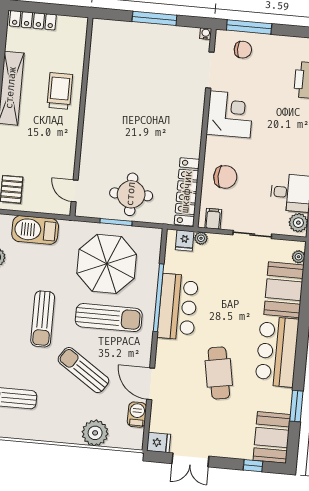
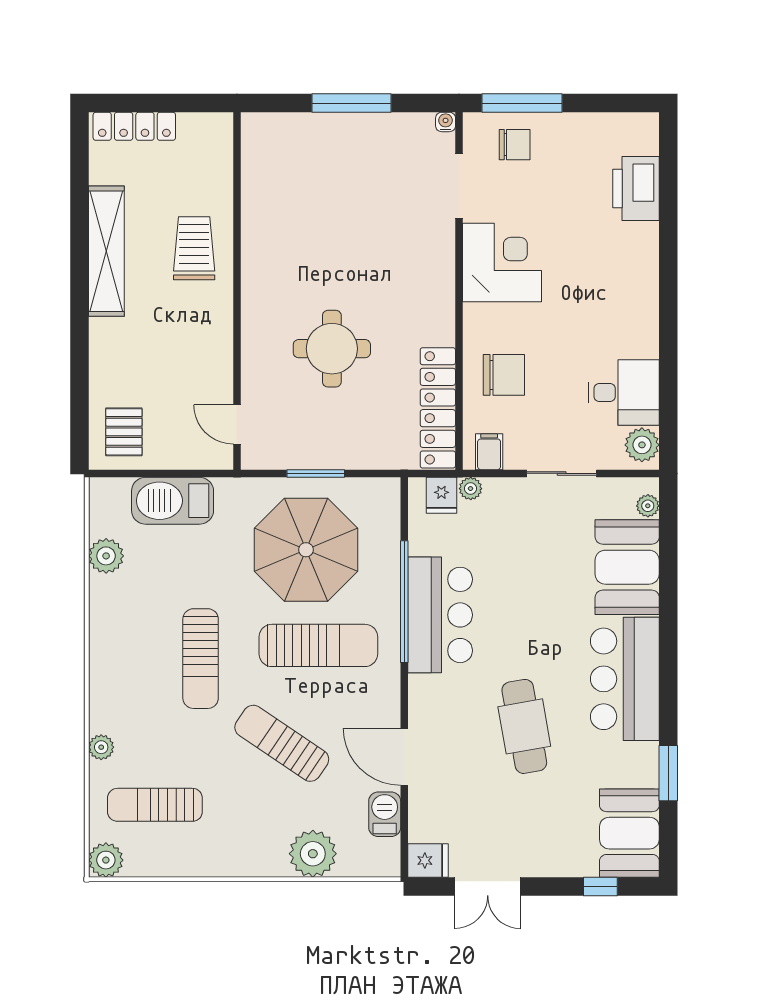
round table: (131, 194) -> (332, 349), moved

